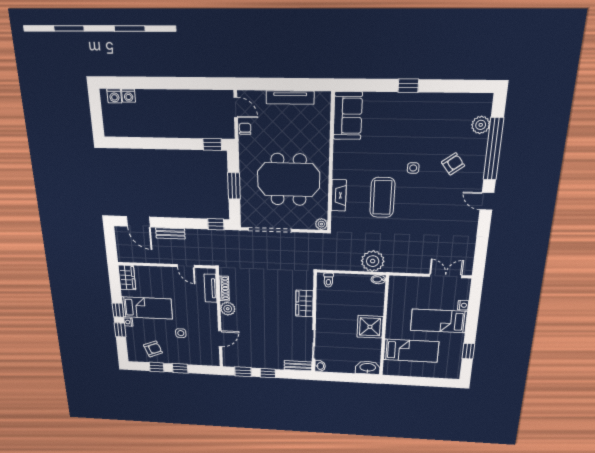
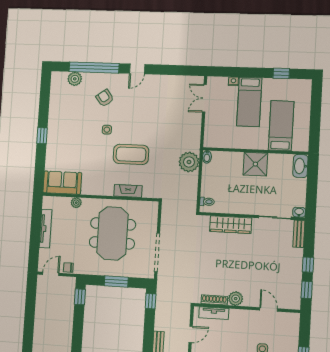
plant: (321, 224) -> (76, 203), moved
wardrobe: (304, 303) -> (231, 225), width x1.50

